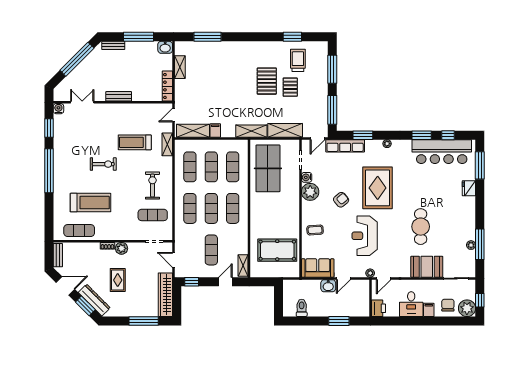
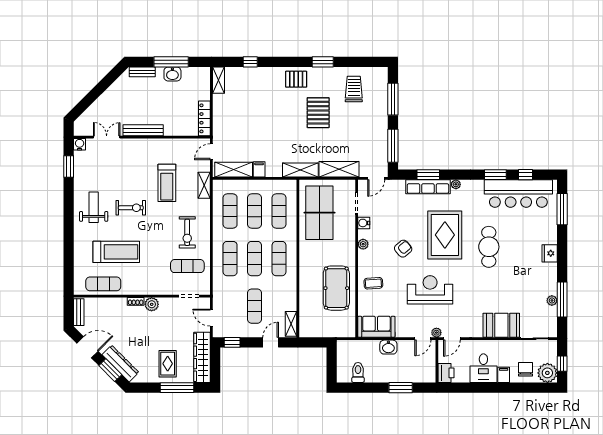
window: (208, 37) -> (250, 62), width x0.46
window: (292, 37) -> (323, 62), moved
washbasin: (165, 47) -> (172, 74), moved
window: (77, 59) -> (101, 88), removed
shelving: (180, 67) -> (219, 80), moved
pallet: (290, 87) -> (296, 79), moved, turned 90
bench: (119, 96) -> (143, 130), width x1.36
treadmill: (135, 142) -> (167, 183), turned -90
row of seats: (345, 146) -> (428, 187), moved
weight bench: (71, 164) -> (94, 207), added
window: (49, 171) -> (69, 215), removed
exercise bike: (152, 186) -> (187, 232), turned 180
fridge: (469, 188) -> (550, 253), moved
plant: (310, 192) -> (363, 244), width x0.53, depth x0.53
cafe table: (421, 227) -> (489, 247), moved
reception desk: (365, 236) -> (430, 290), turned 90
pool table: (277, 250) -> (336, 288), moved, turned 90
door: (343, 278) -> (423, 339), moved
rug: (118, 280) -> (168, 364), moved

